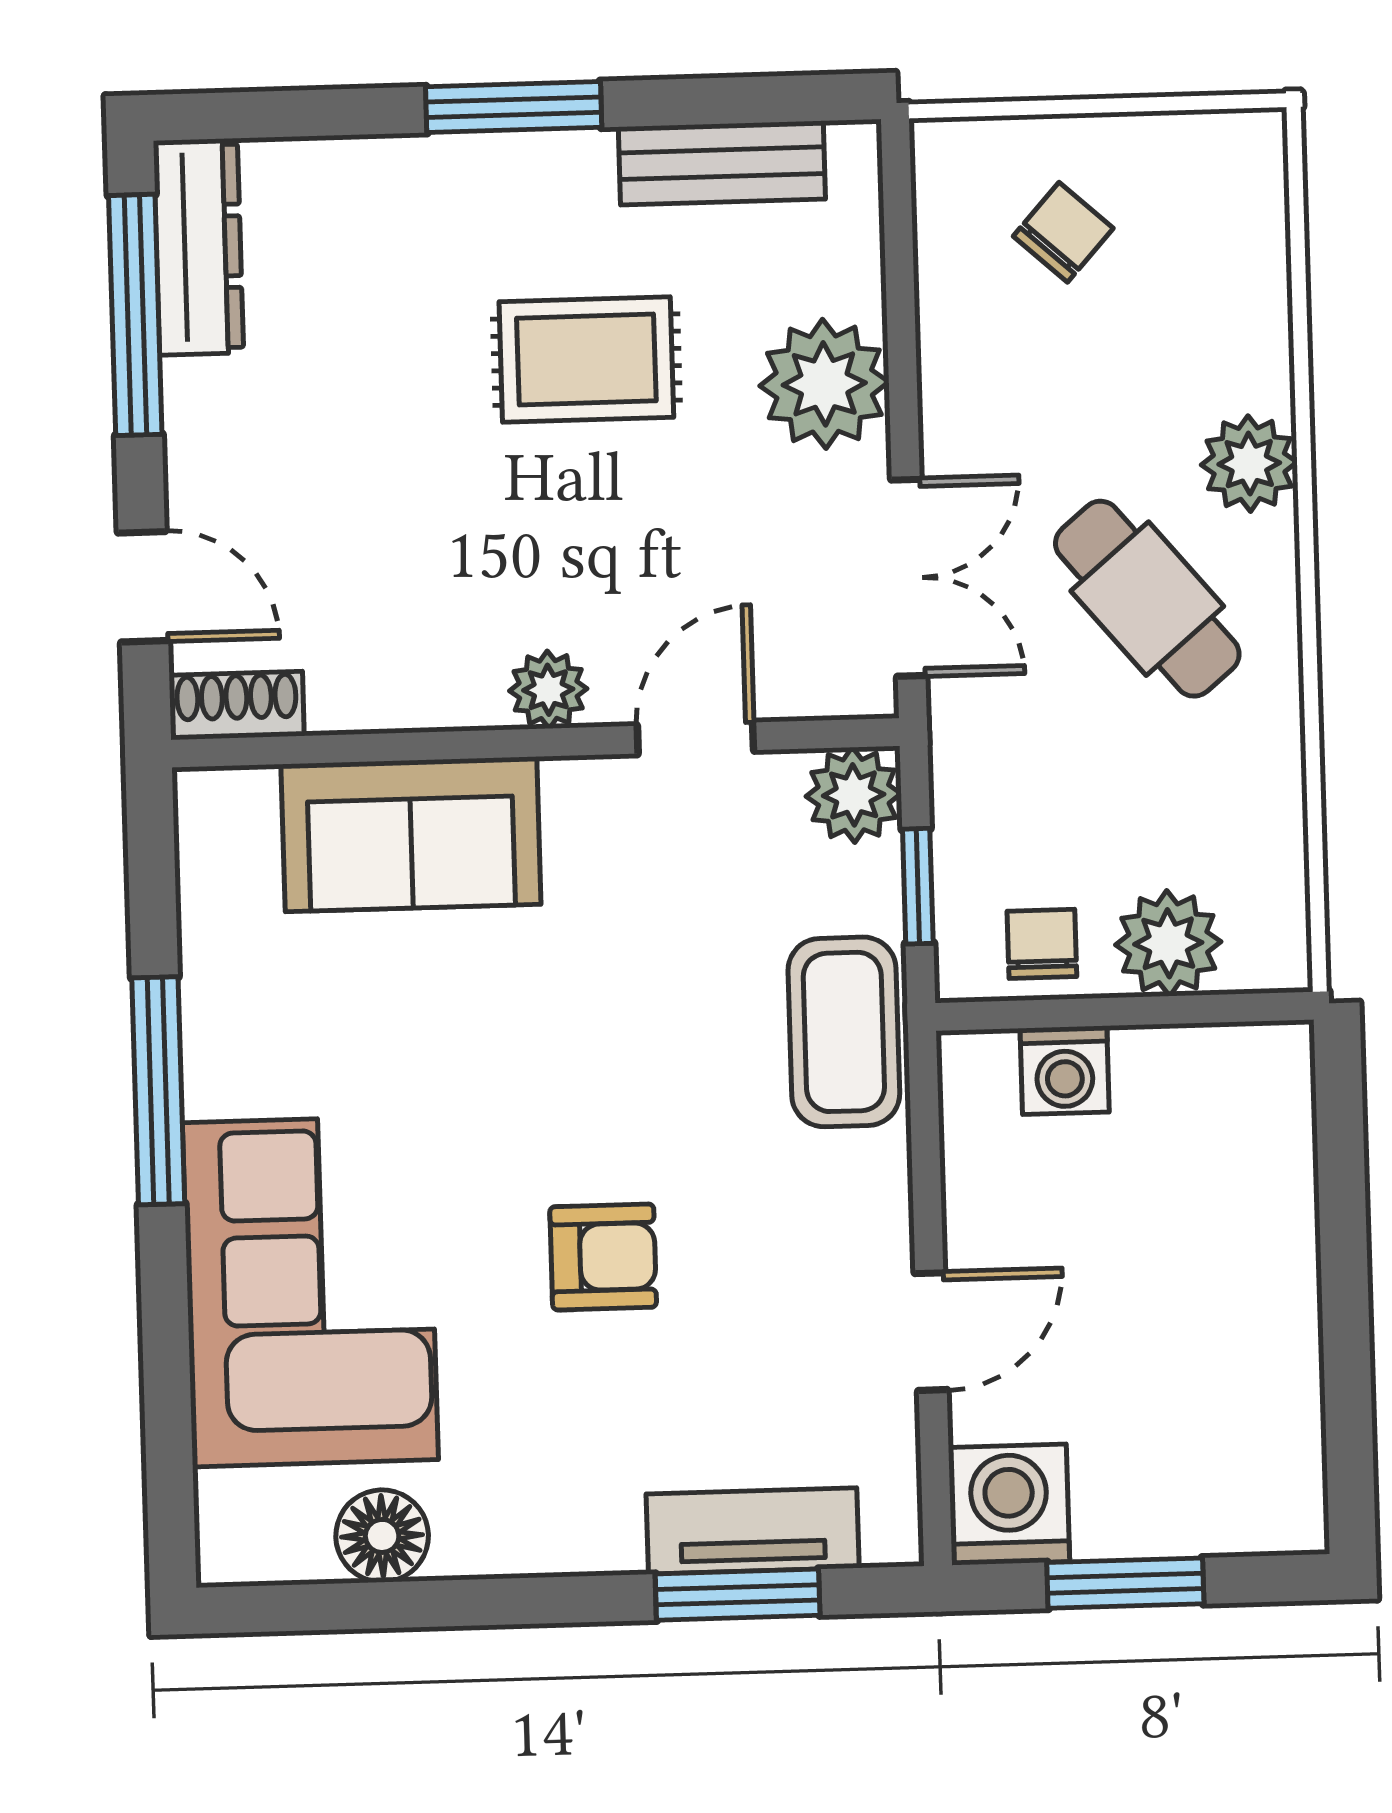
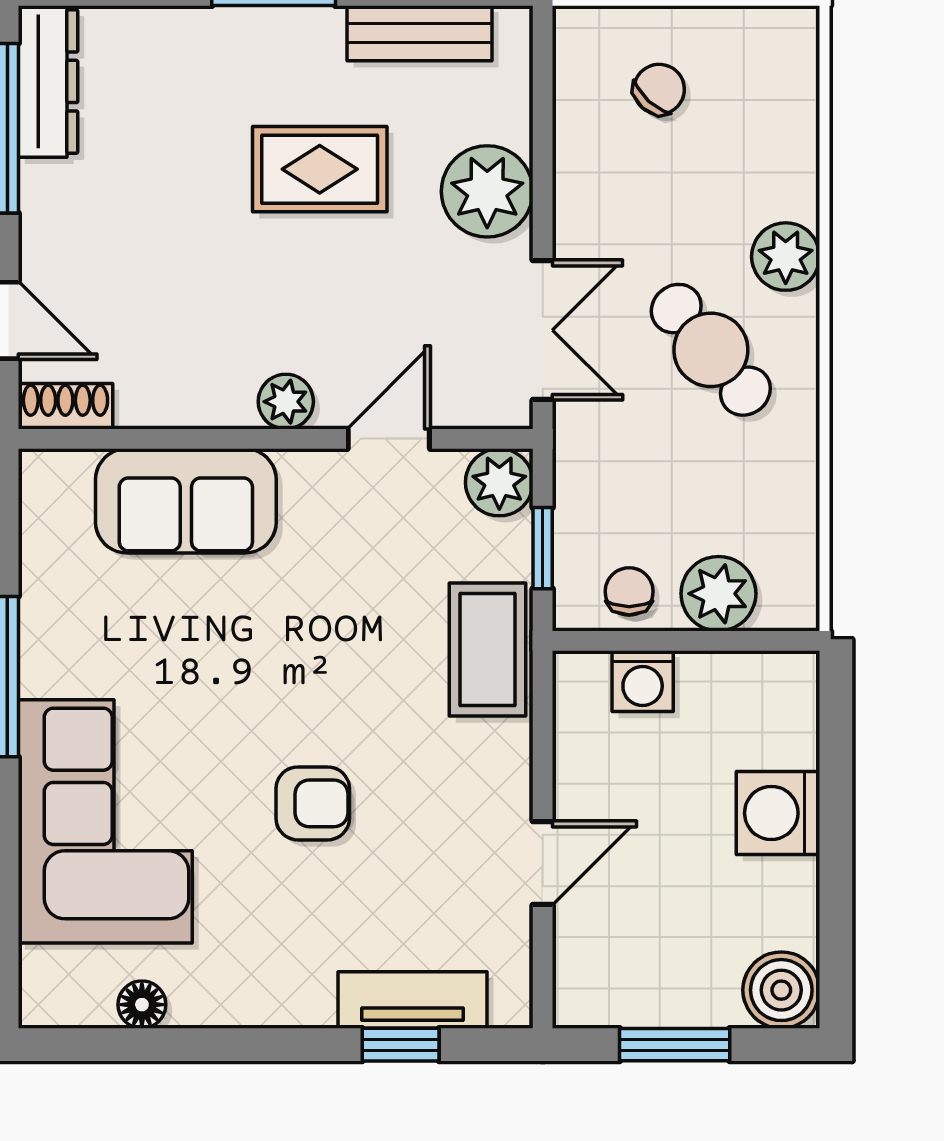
boiler: (1274, 1501) -> (781, 990), added
washing machine: (1009, 1505) -> (778, 813), moved, turned -90
floor lamp: (382, 1536) -> (142, 1005), width x0.73, depth x0.73
window: (738, 1595) -> (401, 1045), width x0.67

